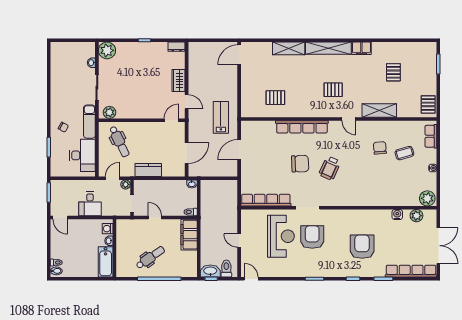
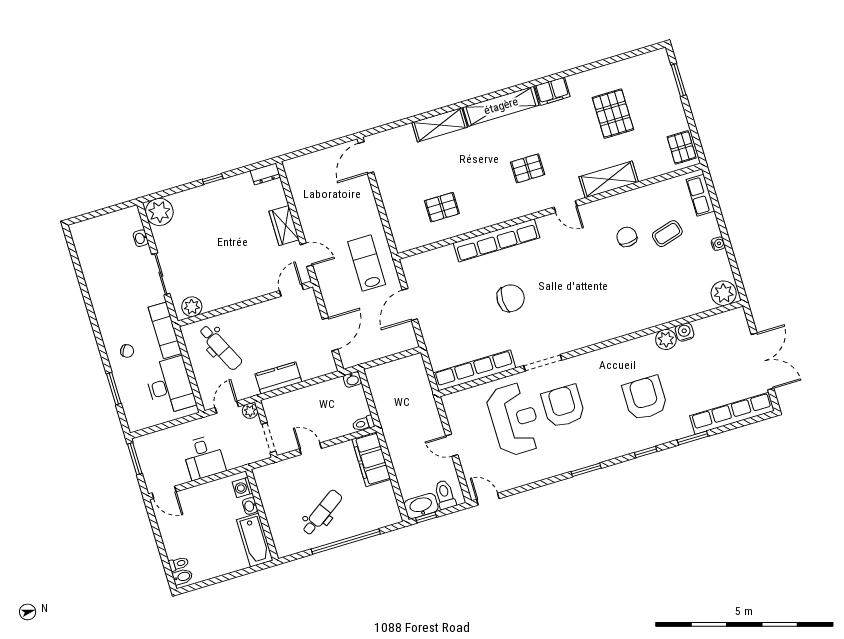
pallet: (393, 72) -> (613, 114), width x1.50, depth x1.42
wheelchair: (330, 168) -> (559, 291), removed
plant: (416, 216) -> (666, 339), moved

